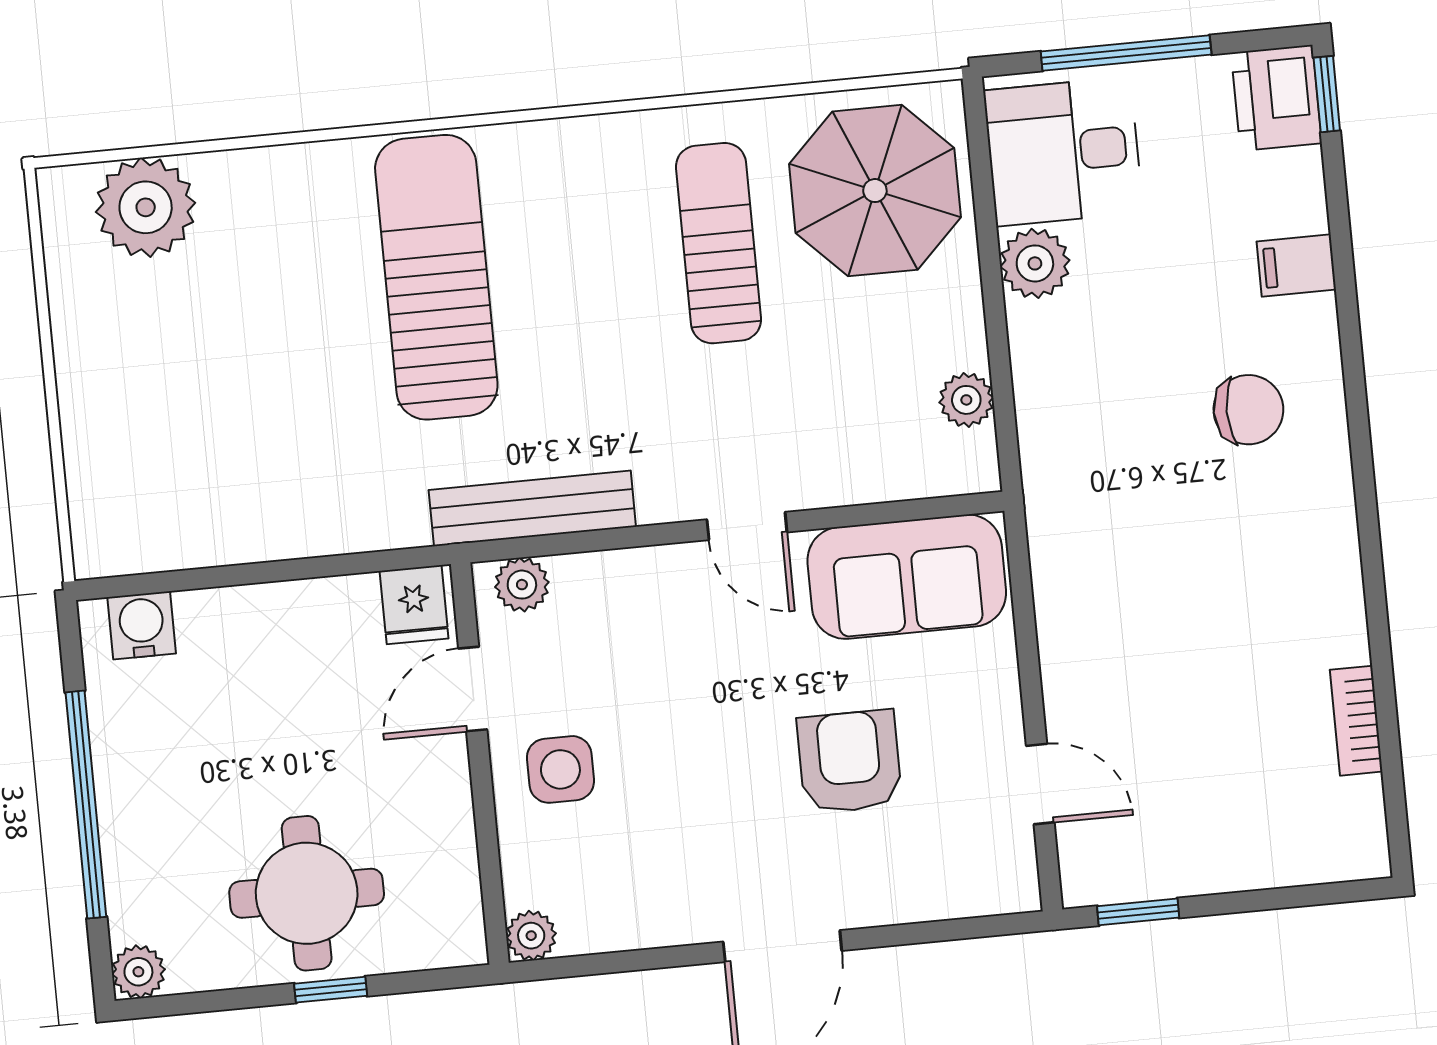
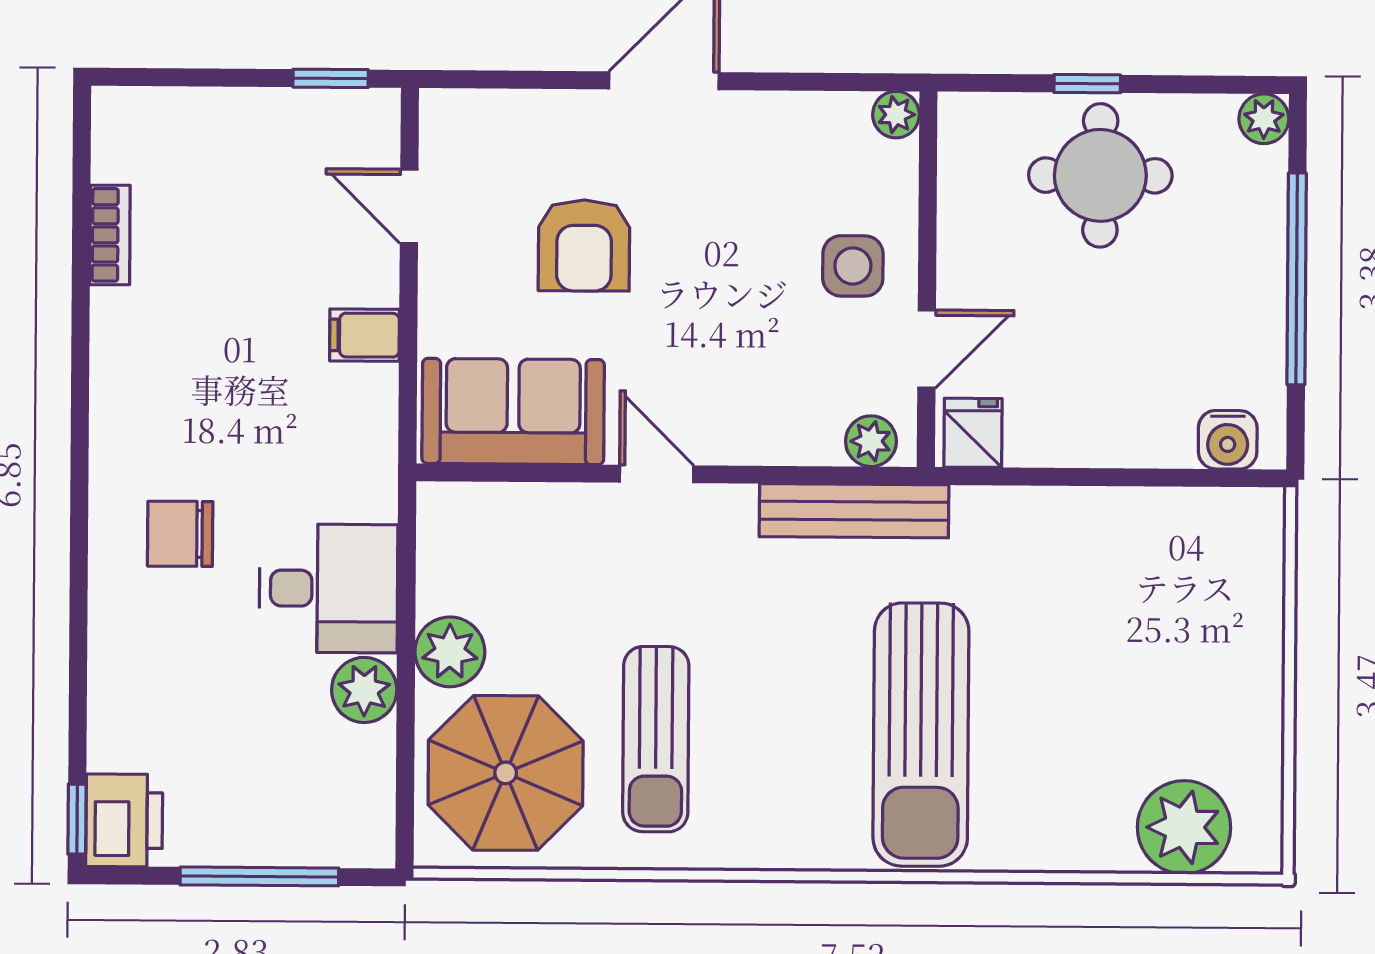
desk: (1063, 151) -> (328, 588), moved
filing cabinet: (1296, 265) -> (365, 335), moved, turned 180
plant: (966, 400) -> (450, 652), moved, width x1.38, depth x1.38

